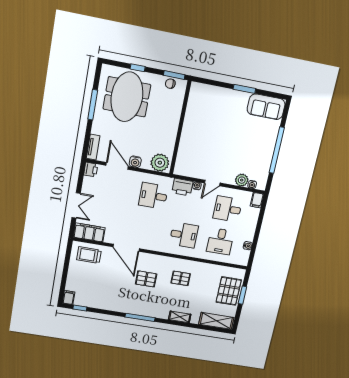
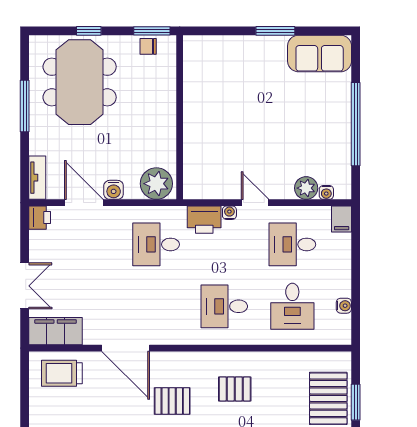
door: (212, 183) -> (255, 203), swing flipped
desk: (184, 235) -> (224, 306), turned 180

